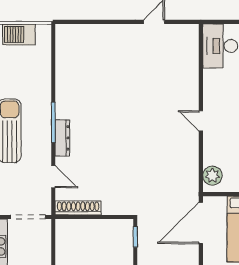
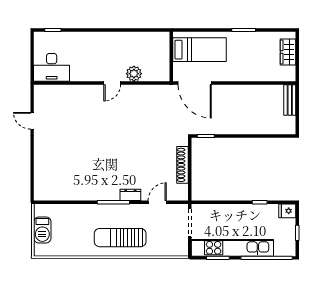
dresser: (62, 138) -> (130, 195), width x0.70
plant: (212, 176) -> (134, 74), moved
shoe rack: (78, 208) -> (183, 165), moved

